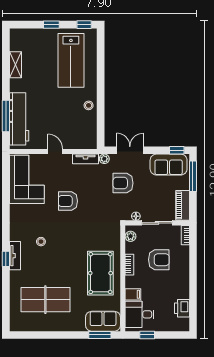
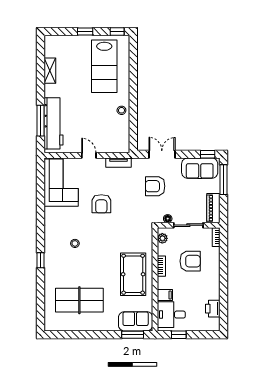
plant: (104, 159) -> (137, 163), removed
armchair: (68, 201) -> (101, 204), turned -90
tv unit: (15, 256) -> (49, 257), removed

